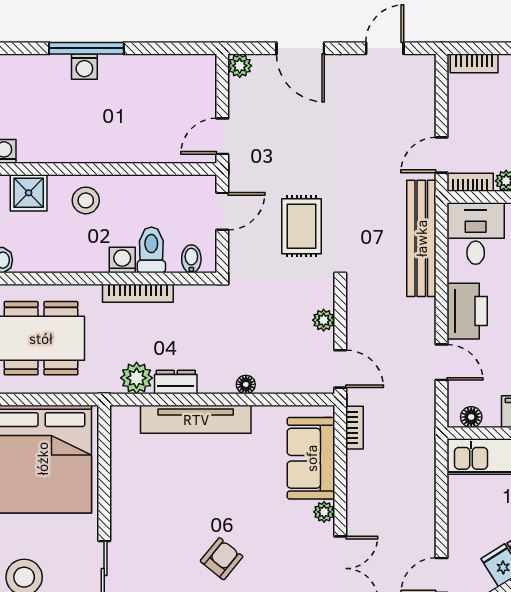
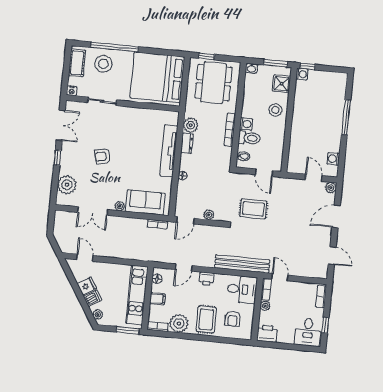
washing machine: (84, 67) -> (333, 159), moved
door: (222, 136) -> (314, 178), moved
printer: (467, 311) -> (207, 279), width x0.53, depth x0.68
armchair: (222, 559) -> (103, 156), turned 127

